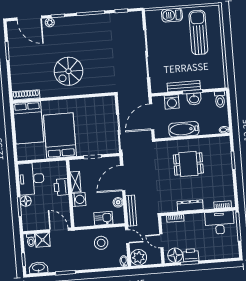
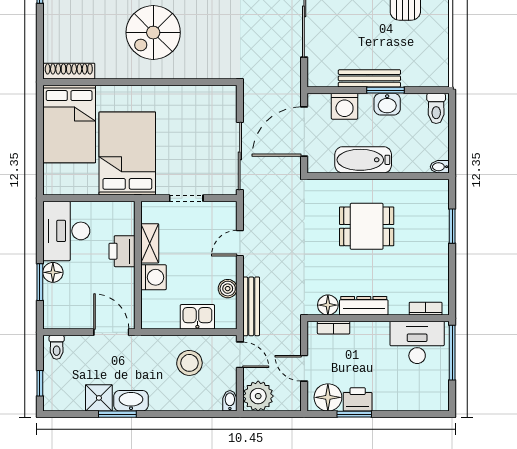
door: (123, 178) -> (240, 243), width x0.53
floor lamp: (171, 207) -> (328, 305), added
shower: (43, 240) -> (99, 398), moved
washbasin: (38, 268) -> (131, 401), moved

